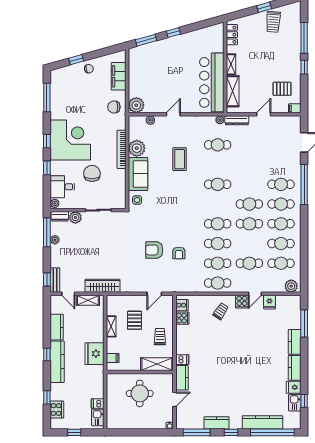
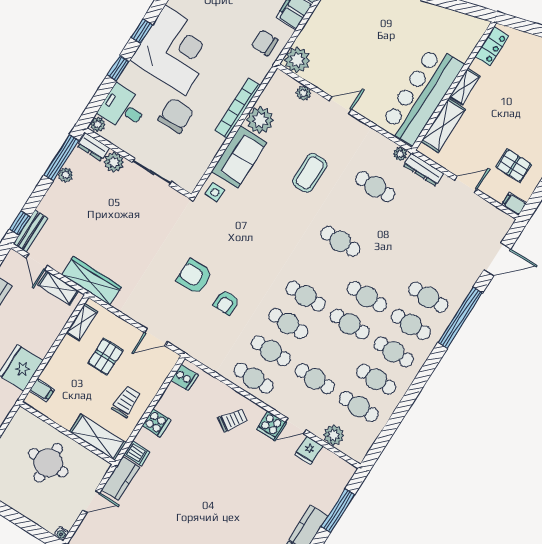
plant: (291, 286) -> (334, 435), moved
cooker: (182, 318) -> (157, 423), moved
shelving: (111, 326) -> (82, 322), moved

